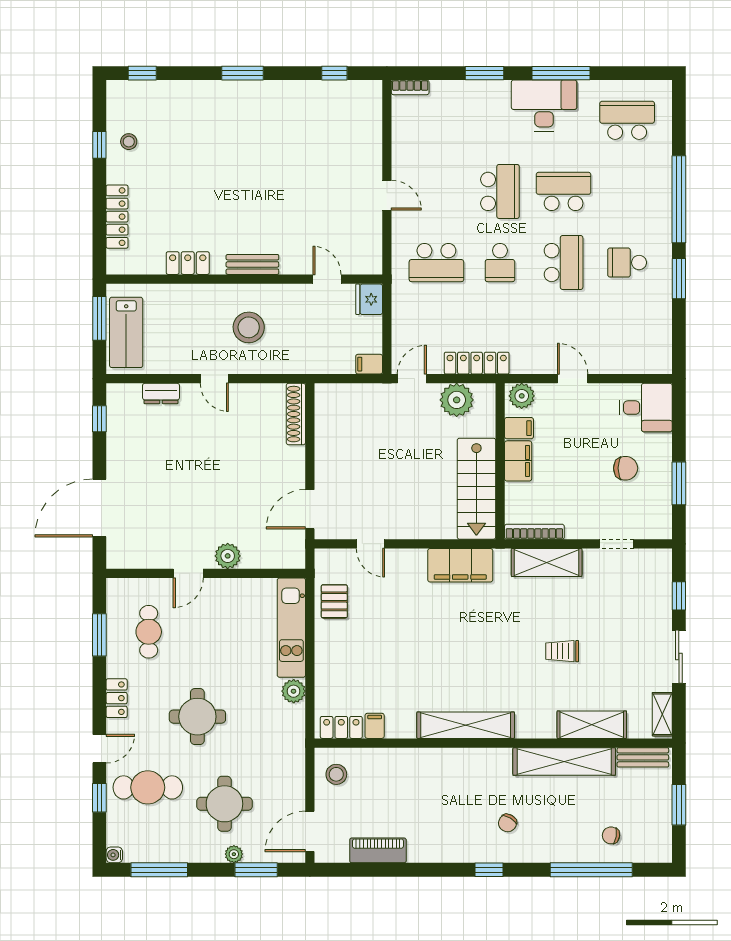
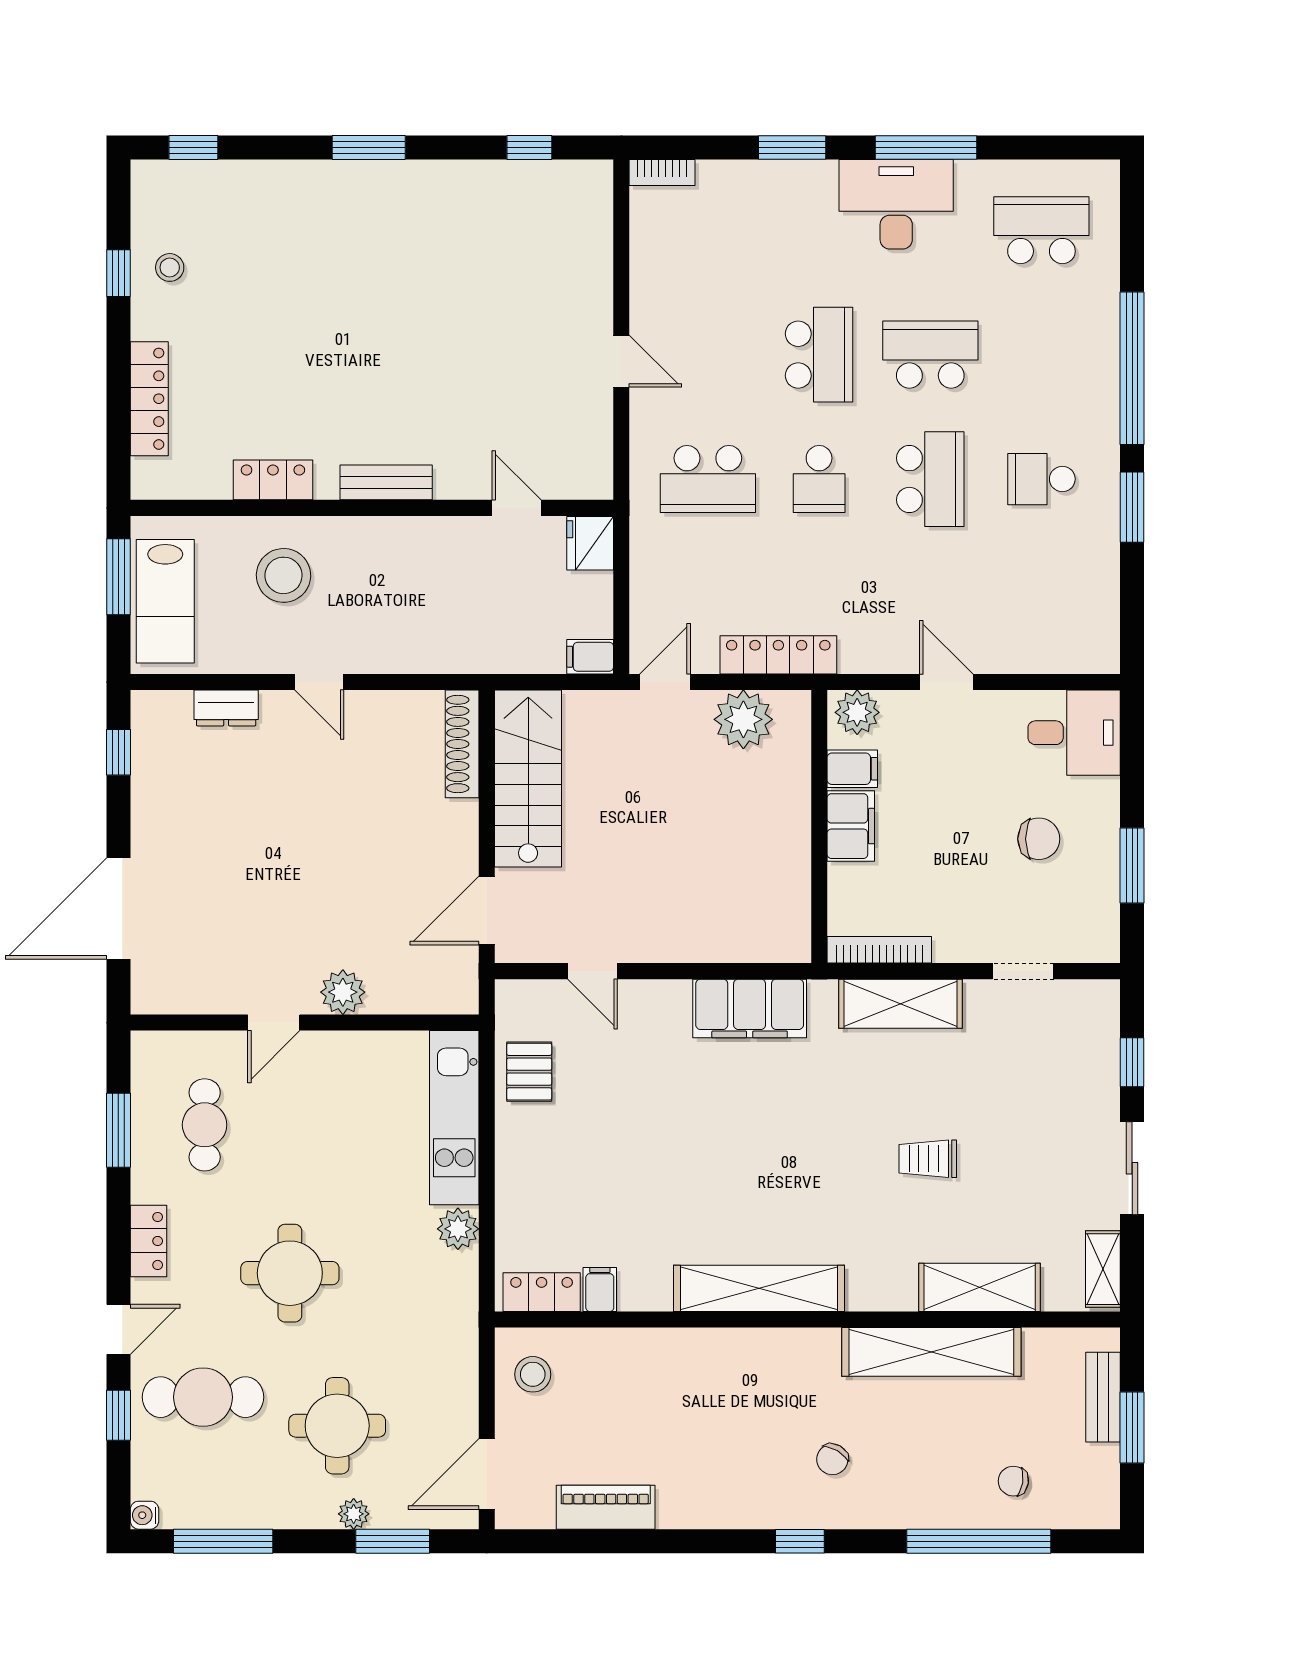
stool: (249, 327) -> (283, 575), moved
stairs: (476, 489) -> (528, 779), moved, turned 180
bench: (643, 757) -> (1103, 1397), moved, turned 90

